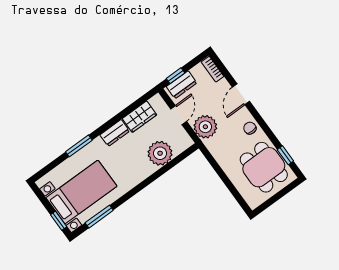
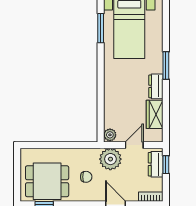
door: (179, 115) -> (134, 145), swing flipped
chair: (250, 128) -> (86, 177), moved
window: (79, 146) -> (166, 66), moved
plant: (160, 153) -> (110, 135), moved, width x0.53, depth x0.53

